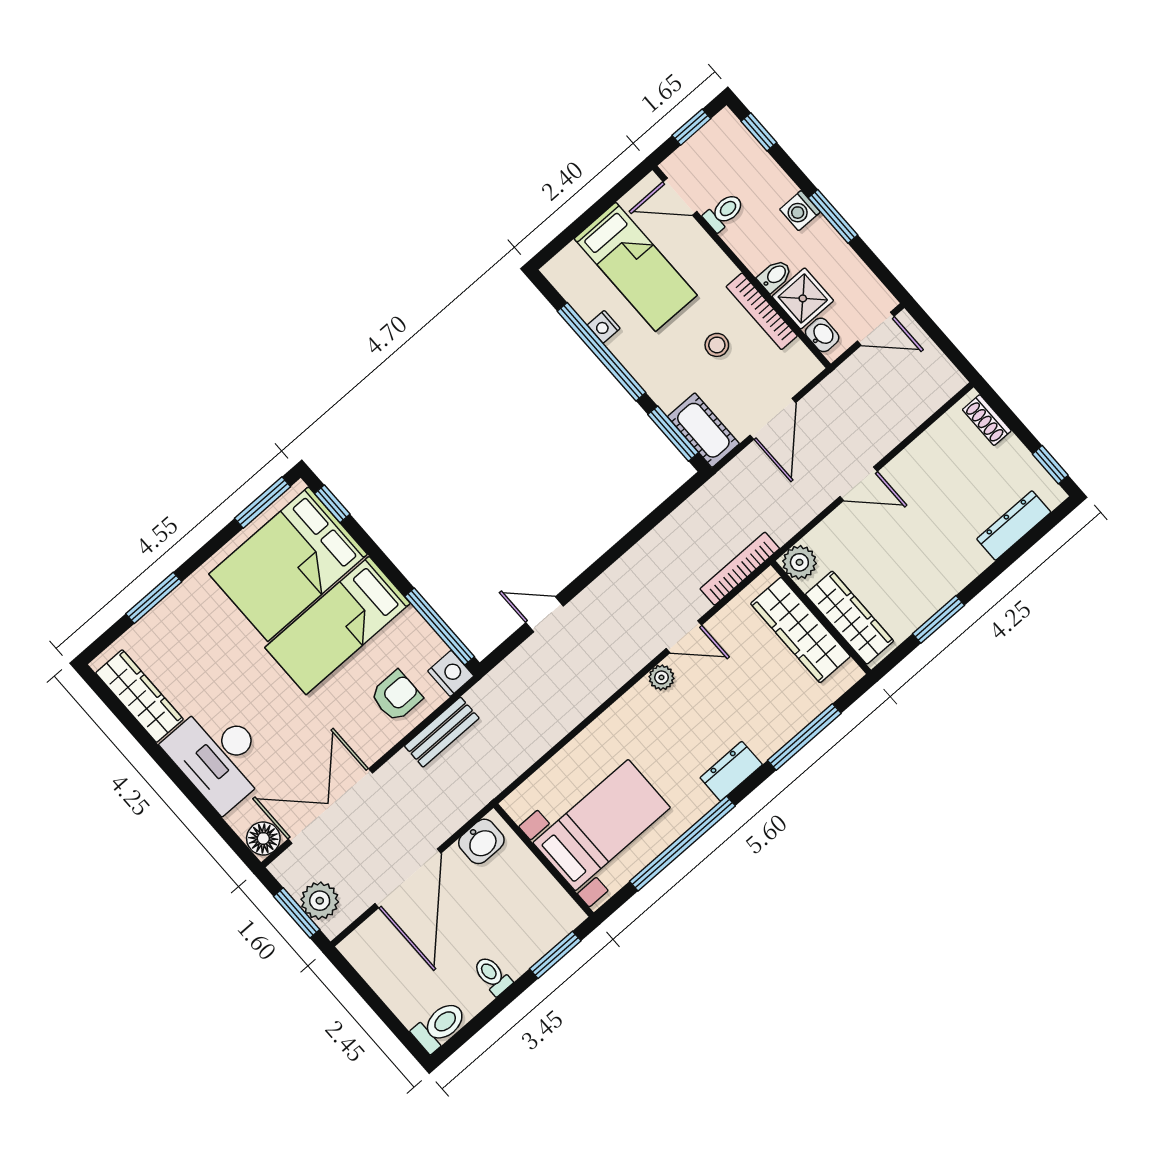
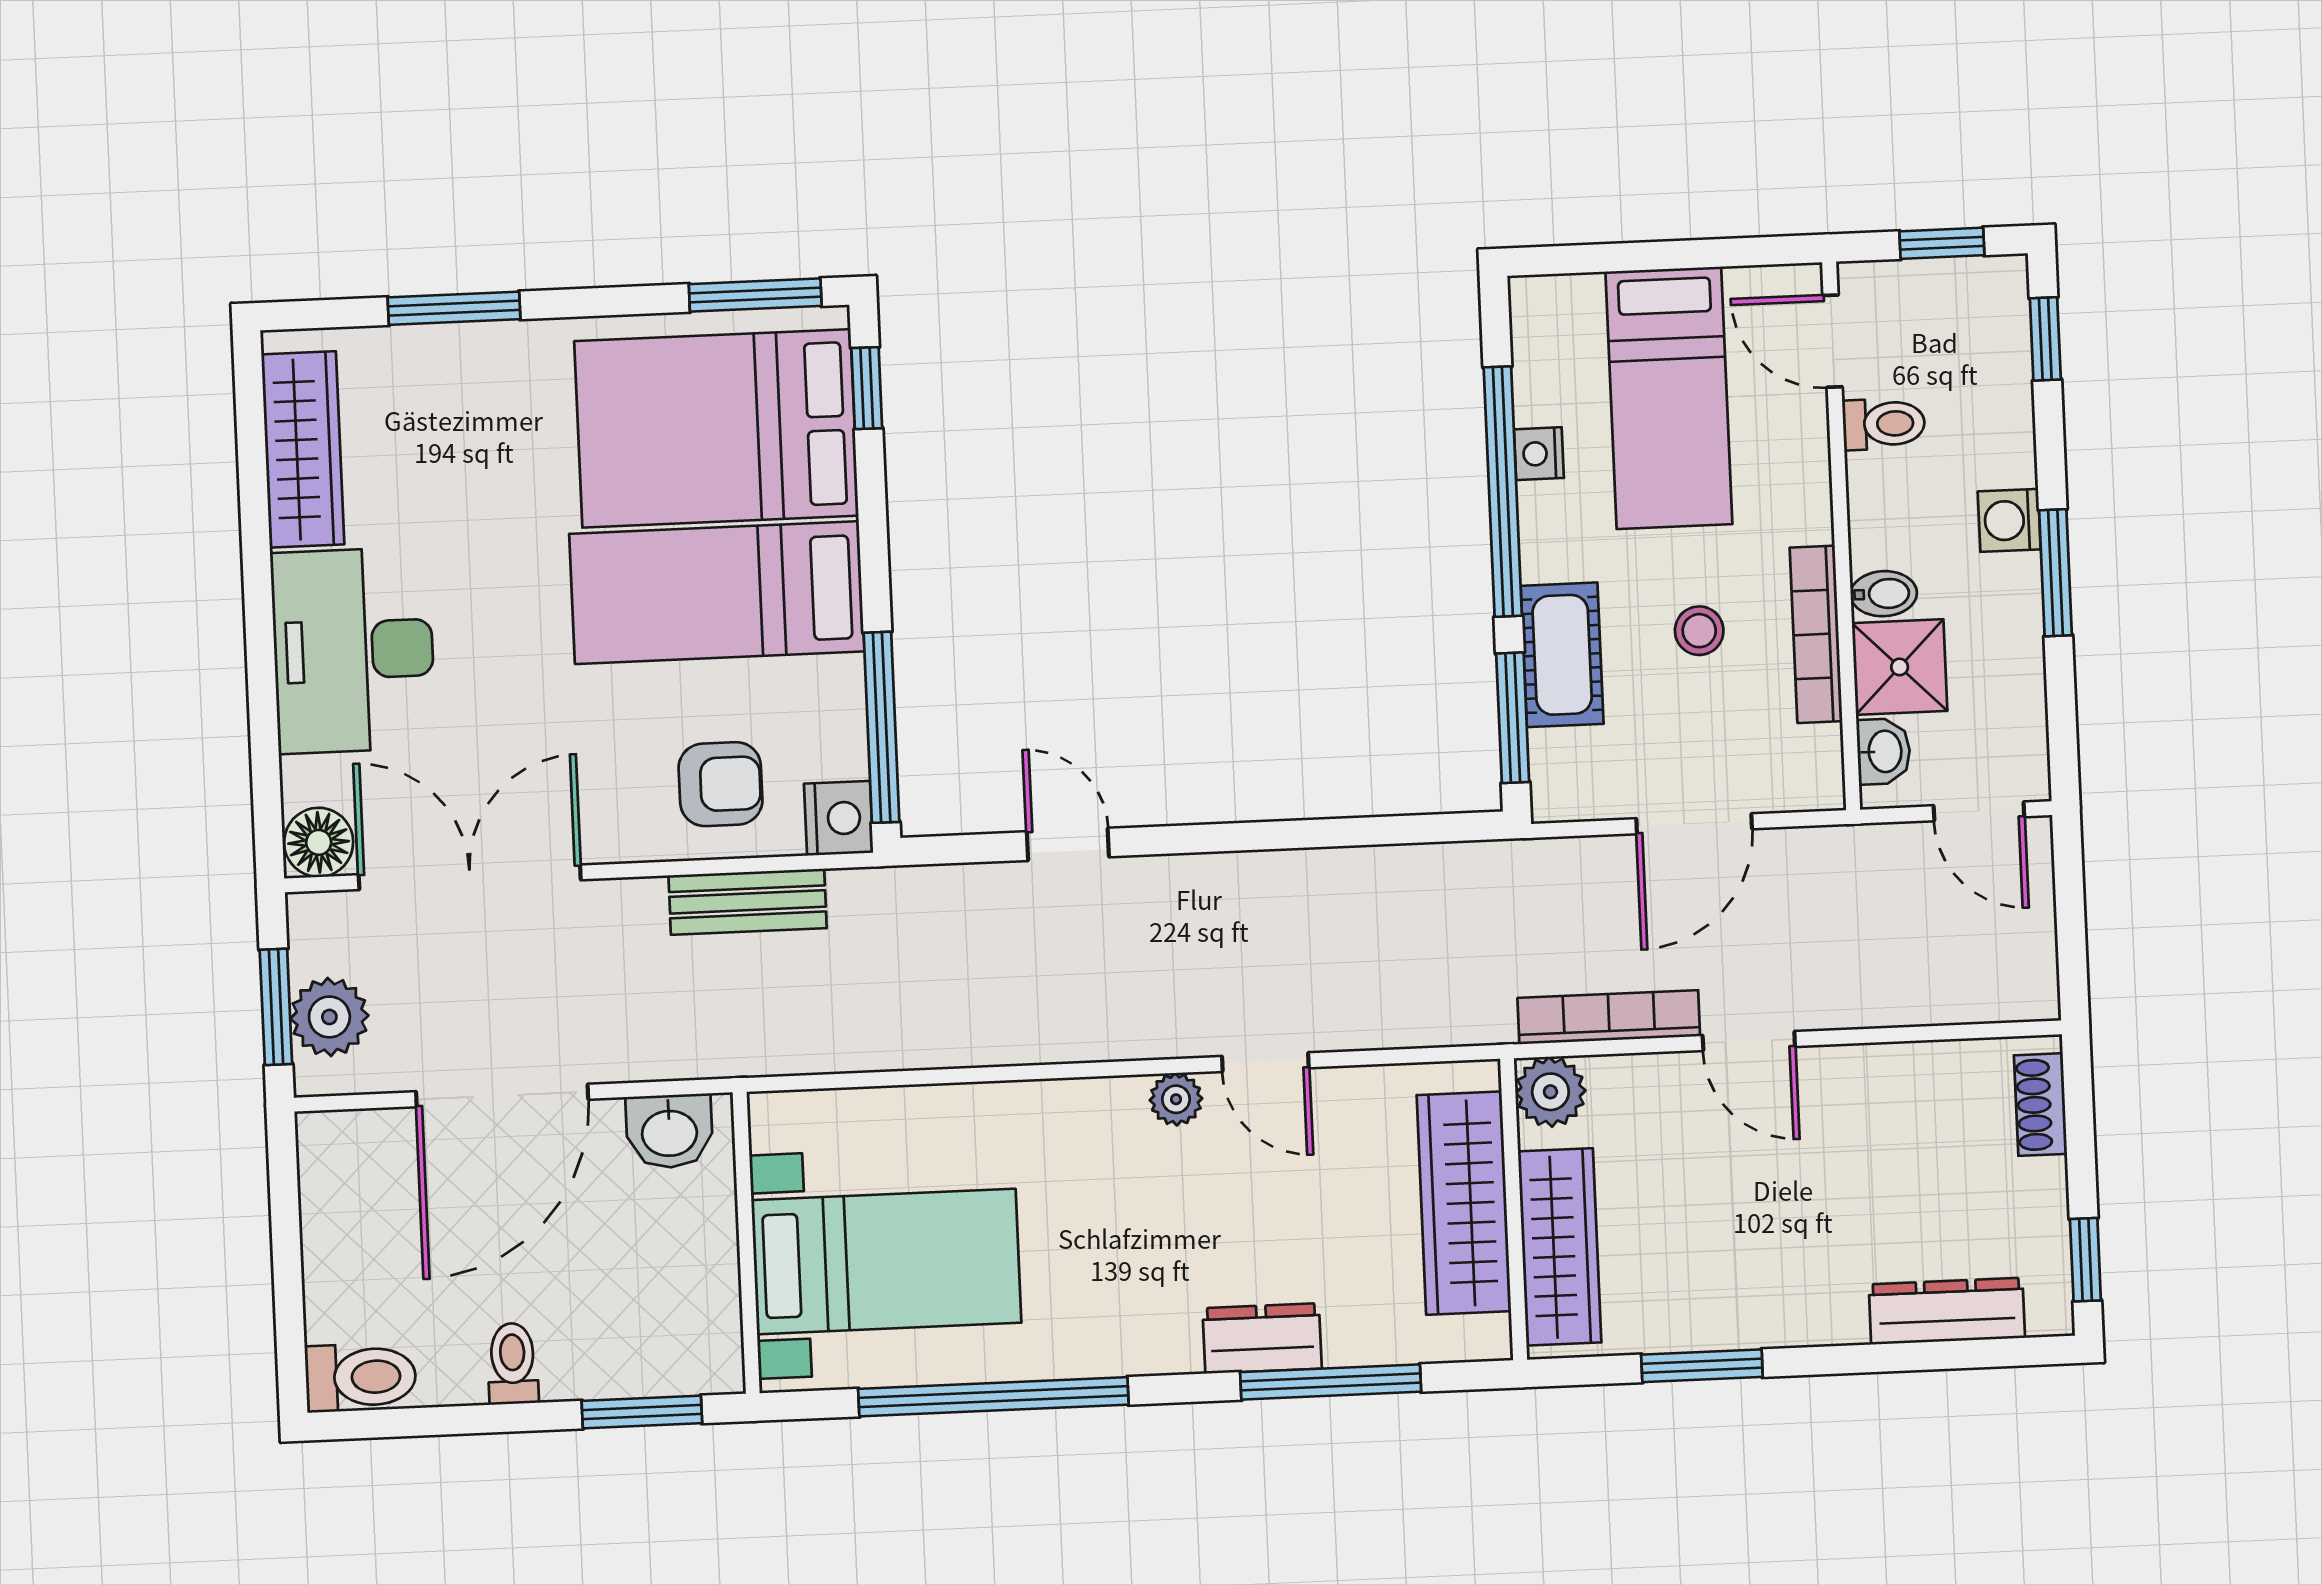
cot: (703, 430) -> (1562, 655), moved
bookcase: (740, 569) -> (1609, 1017), moved
dresser: (731, 771) -> (1262, 1338), moved

